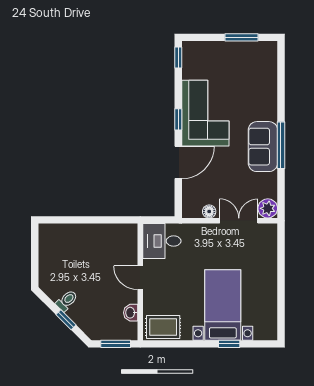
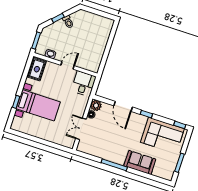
corner sofa: (205, 113) -> (162, 135), moved
sofa: (263, 147) -> (140, 162), moved
plant: (268, 208) -> (96, 105), moved
double door: (239, 221) -> (81, 129), swing flipped

